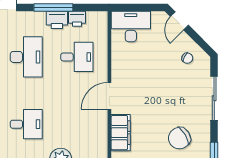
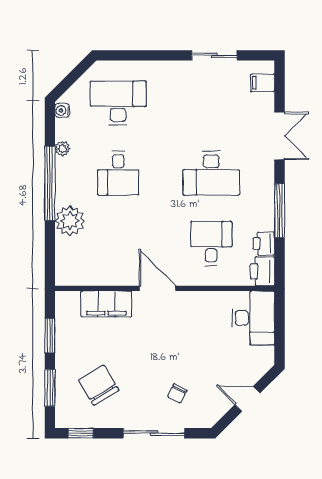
printer: (57, 20) -> (262, 271), moved
door: (179, 21) -> (247, 399), moved
desk: (77, 57) -> (211, 243), turned 180
chair: (187, 58) -> (177, 393), moved

